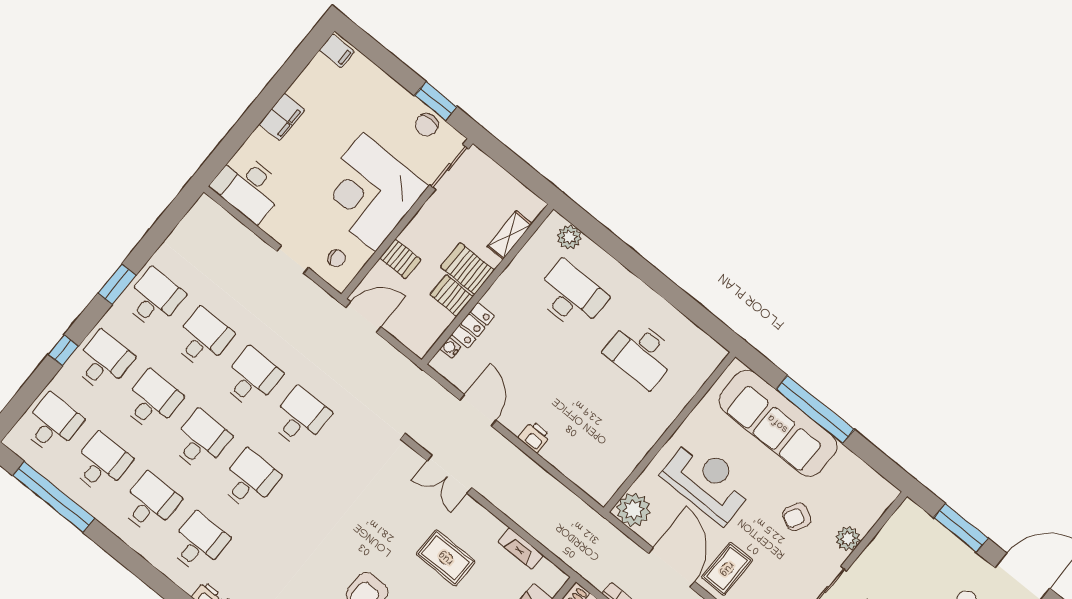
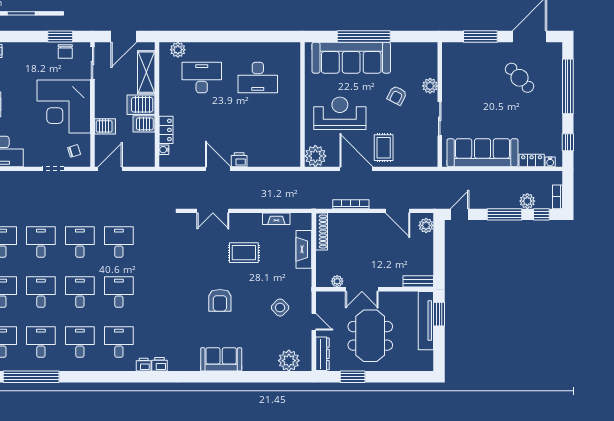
door: (515, 166) -> (124, 37), added
shelving: (510, 235) -> (146, 72), width x1.50, depth x1.33
door: (478, 410) -> (218, 169), moved

